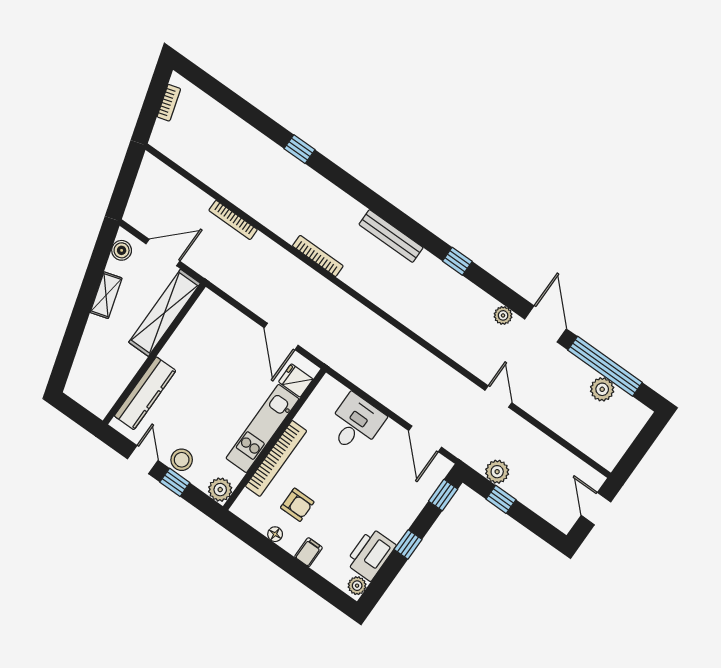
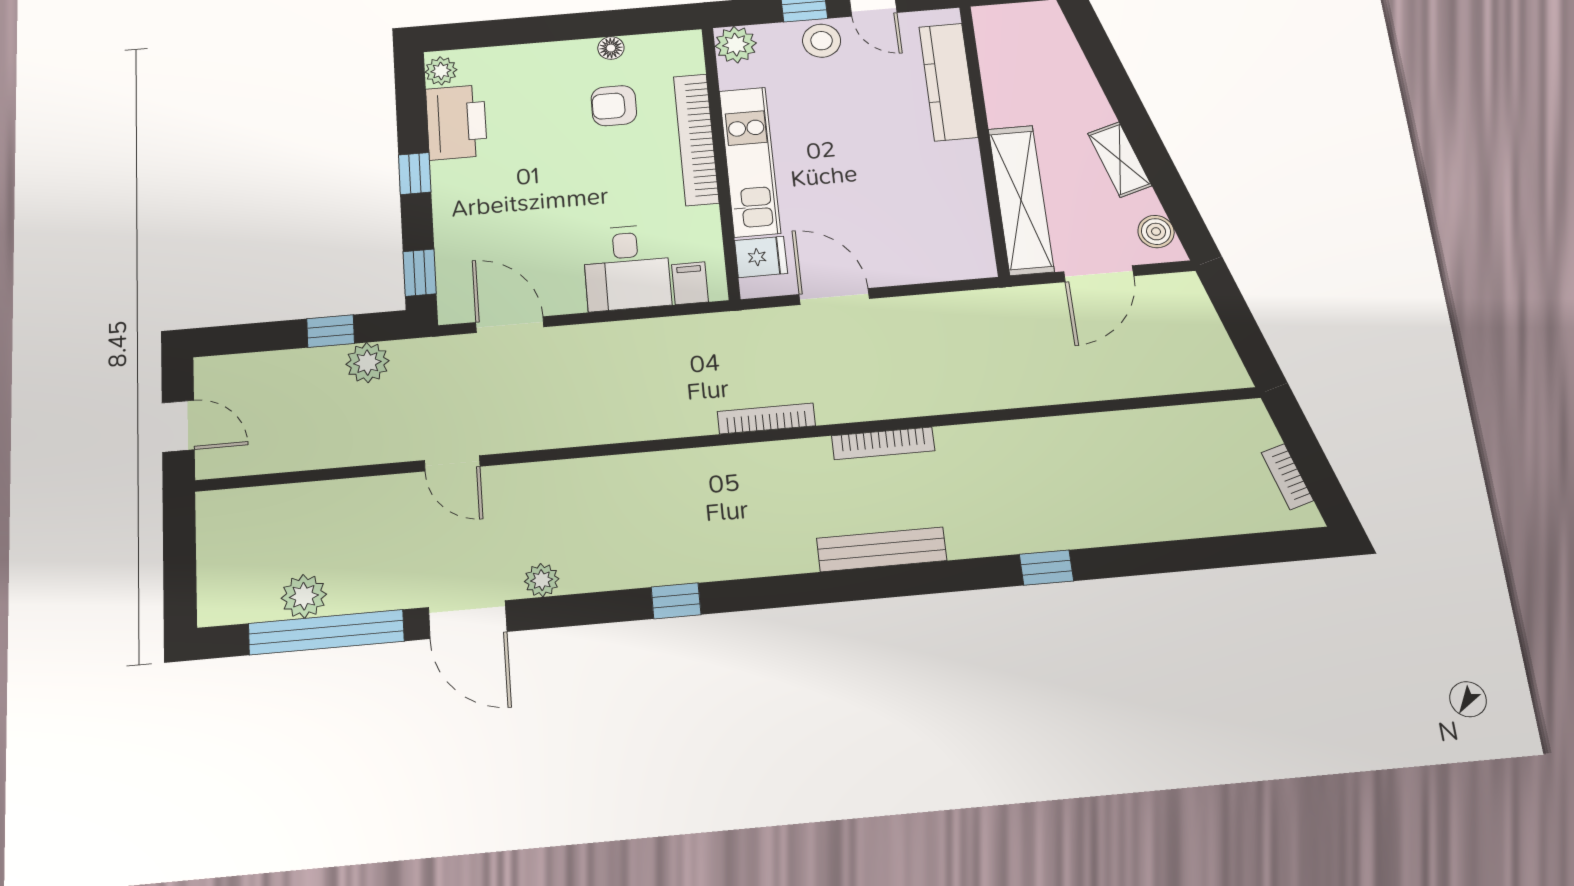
bookcase: (233, 220) -> (766, 419), moved
bench: (391, 236) -> (882, 549), moved
filing cabinet: (309, 552) -> (690, 283), moved, turned 180

